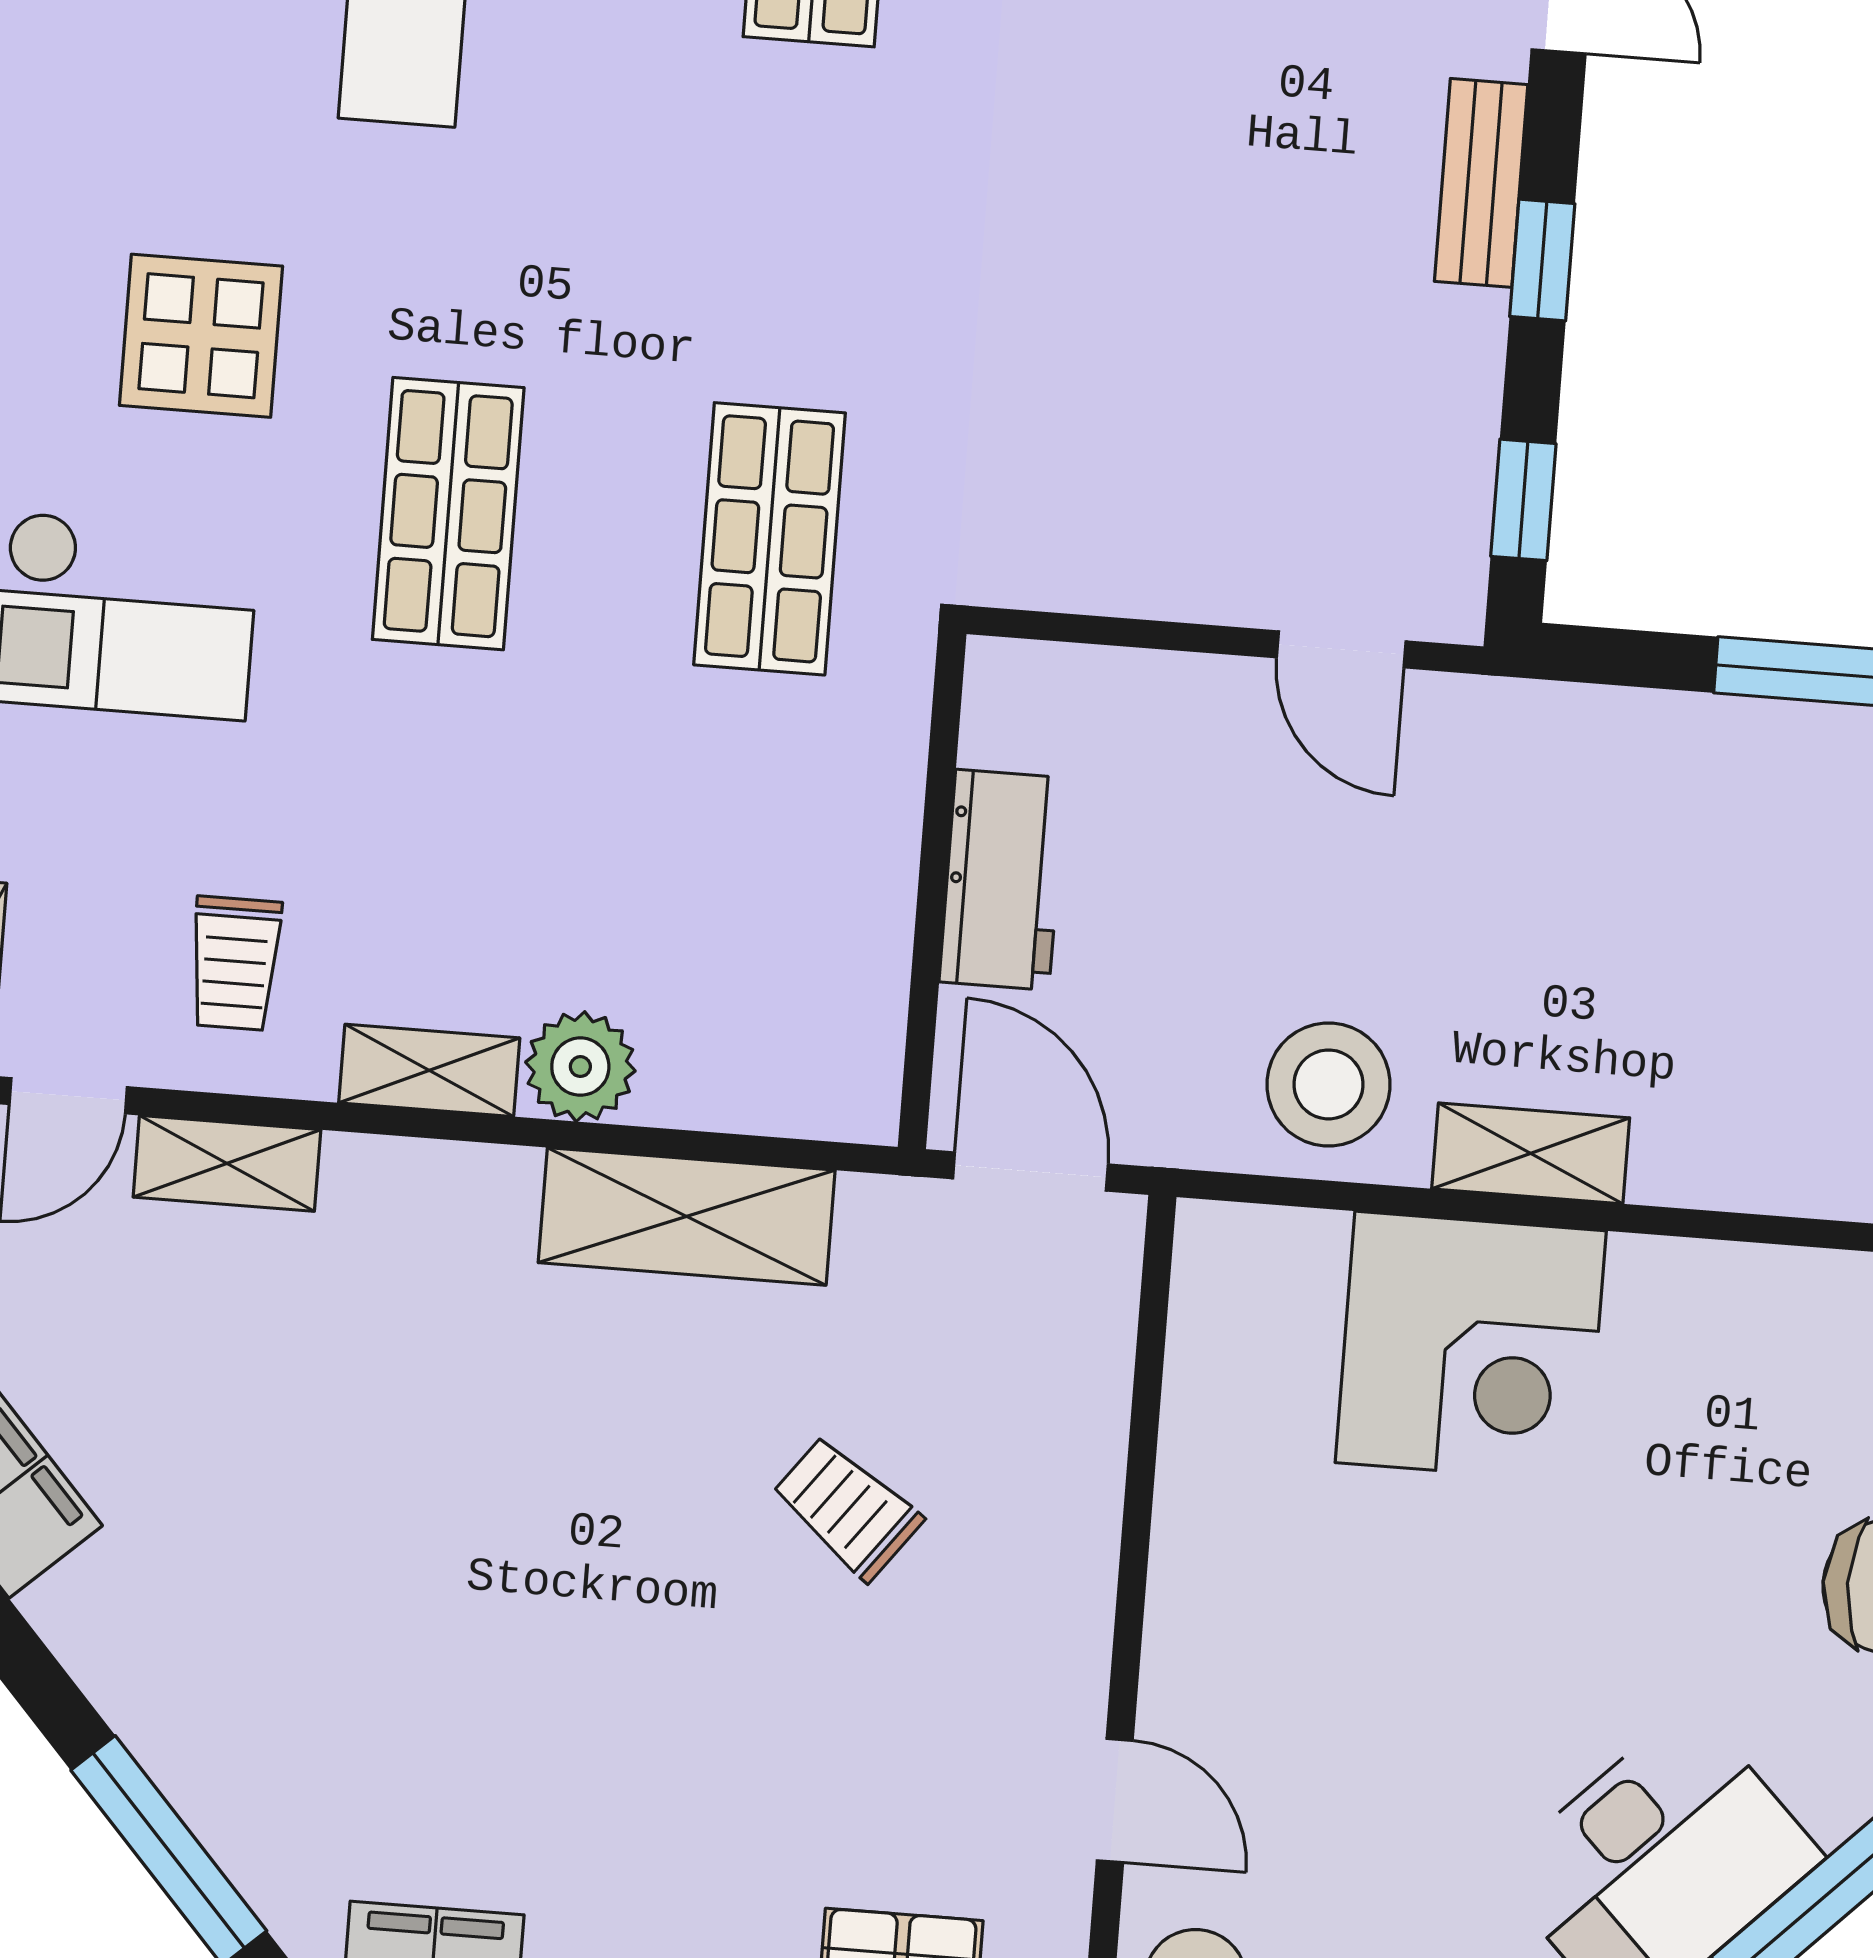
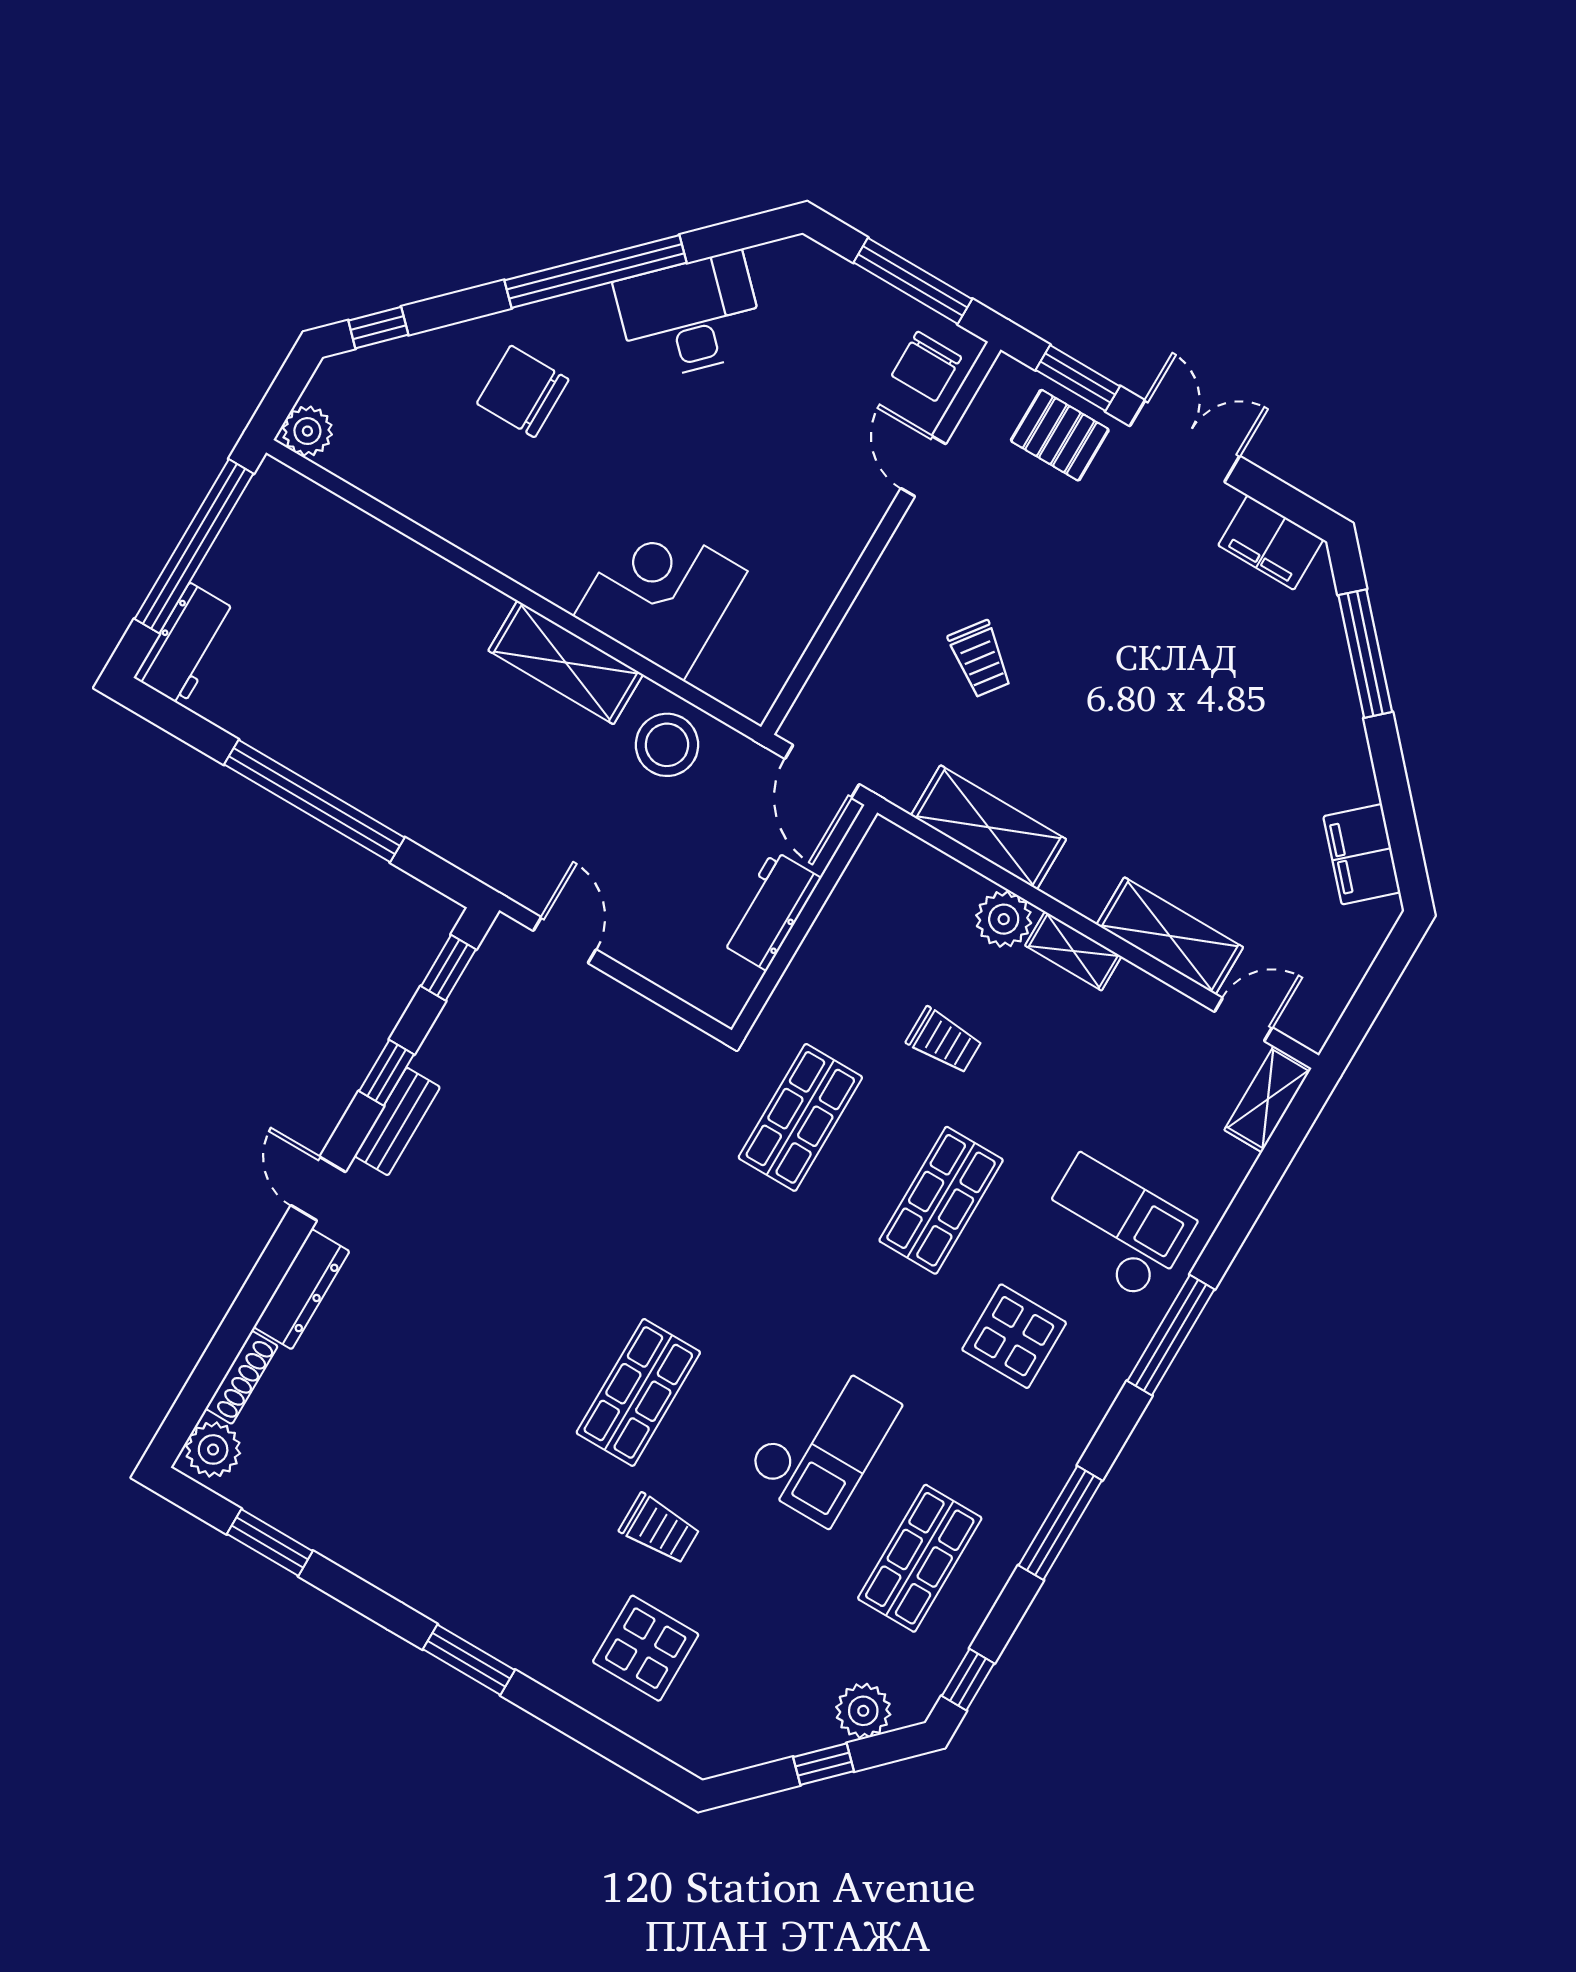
trolley: (235, 963) -> (944, 1041), moved, turned 90
shelving: (1531, 1153) -> (566, 662), width x1.50, depth x1.33
shelving: (227, 1163) -> (1170, 936), width x1.50, depth x1.33

